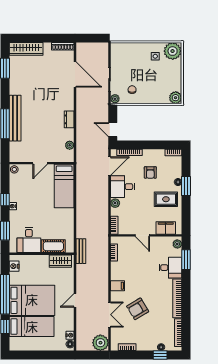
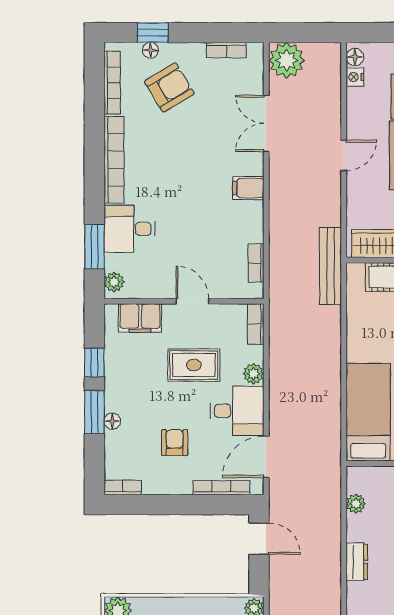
rug: (166, 199) -> (194, 365), moved
window: (186, 208) -> (94, 363), added
bench: (81, 251) -> (331, 266), width x1.36
armchair: (138, 309) -> (169, 87), moved

